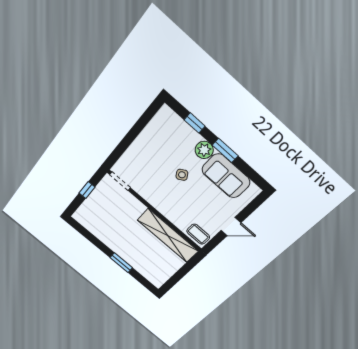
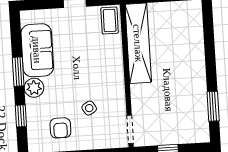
armchair: (161, 141) -> (60, 128), added
side table: (182, 175) -> (89, 108), moved
window: (121, 263) -> (213, 106), moved

